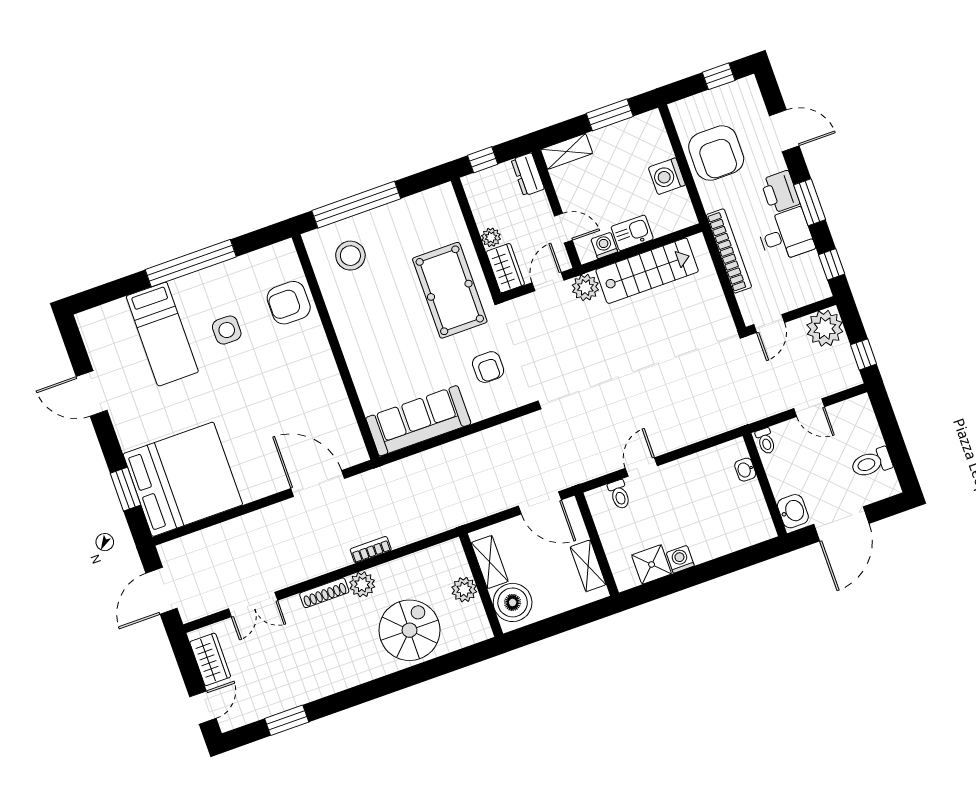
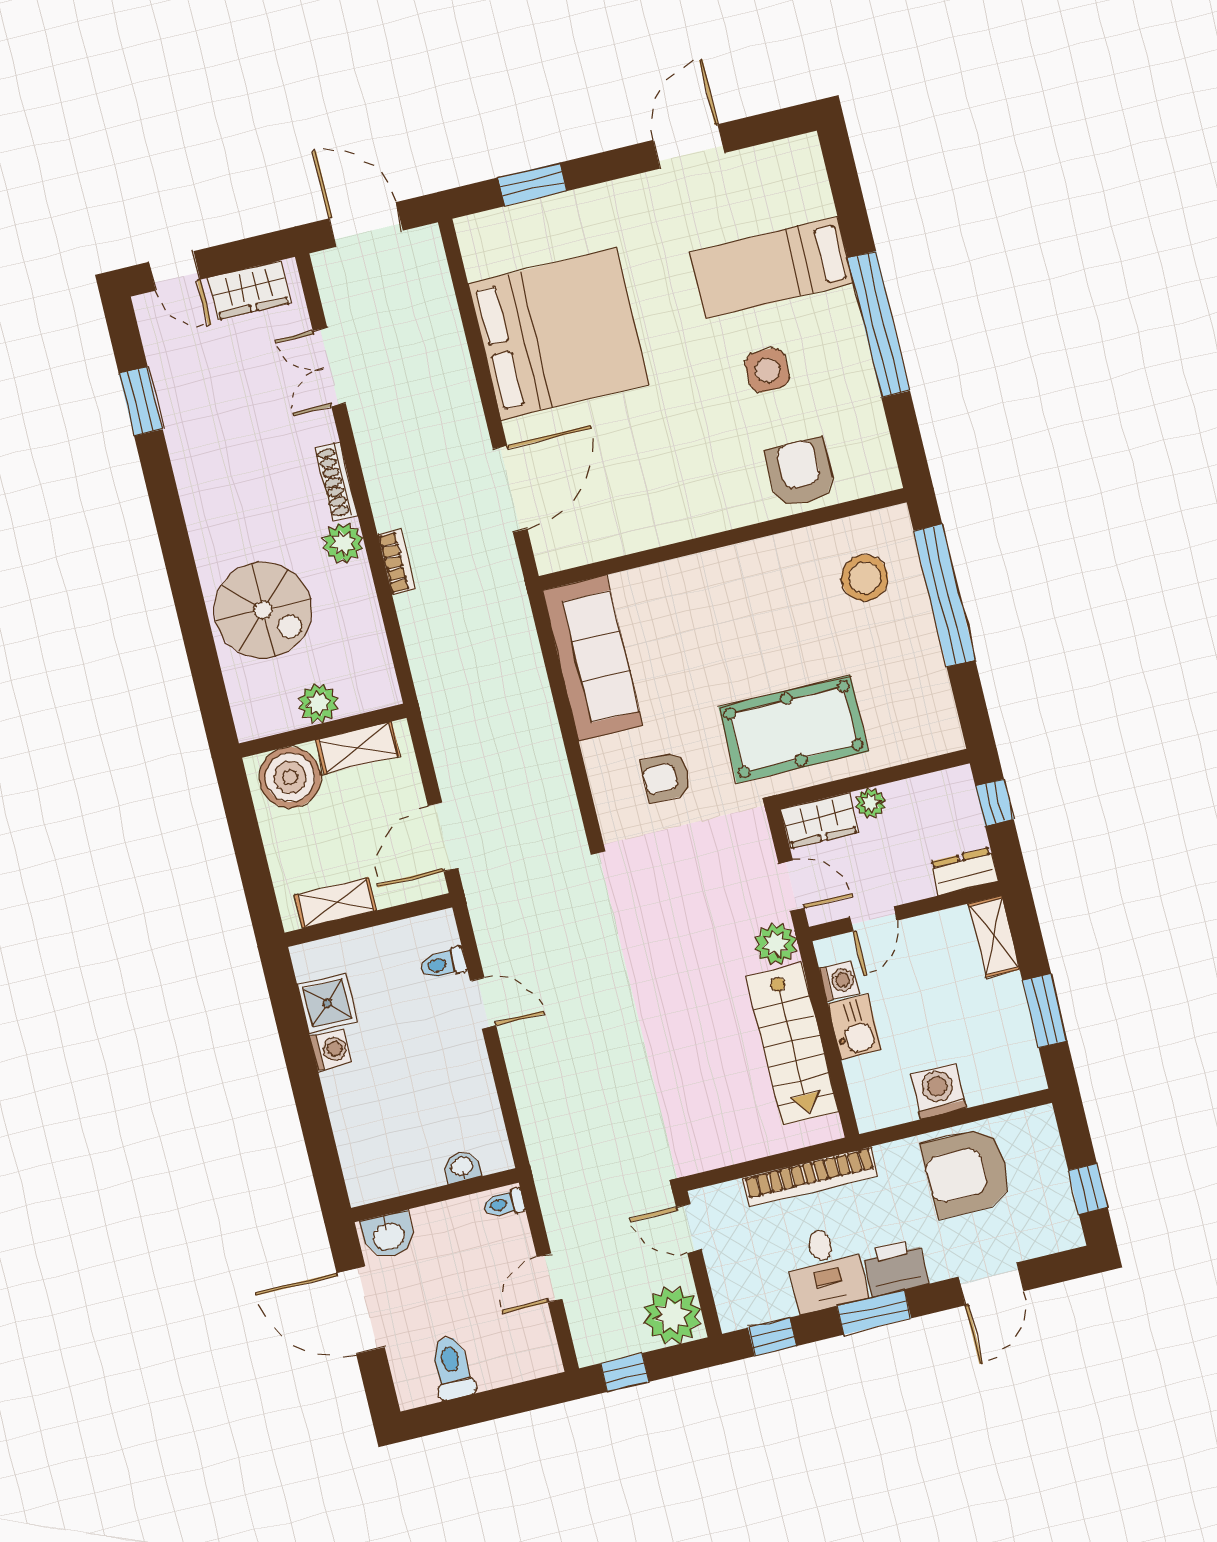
bed: (183, 479) -> (559, 334), moved, turned -90

